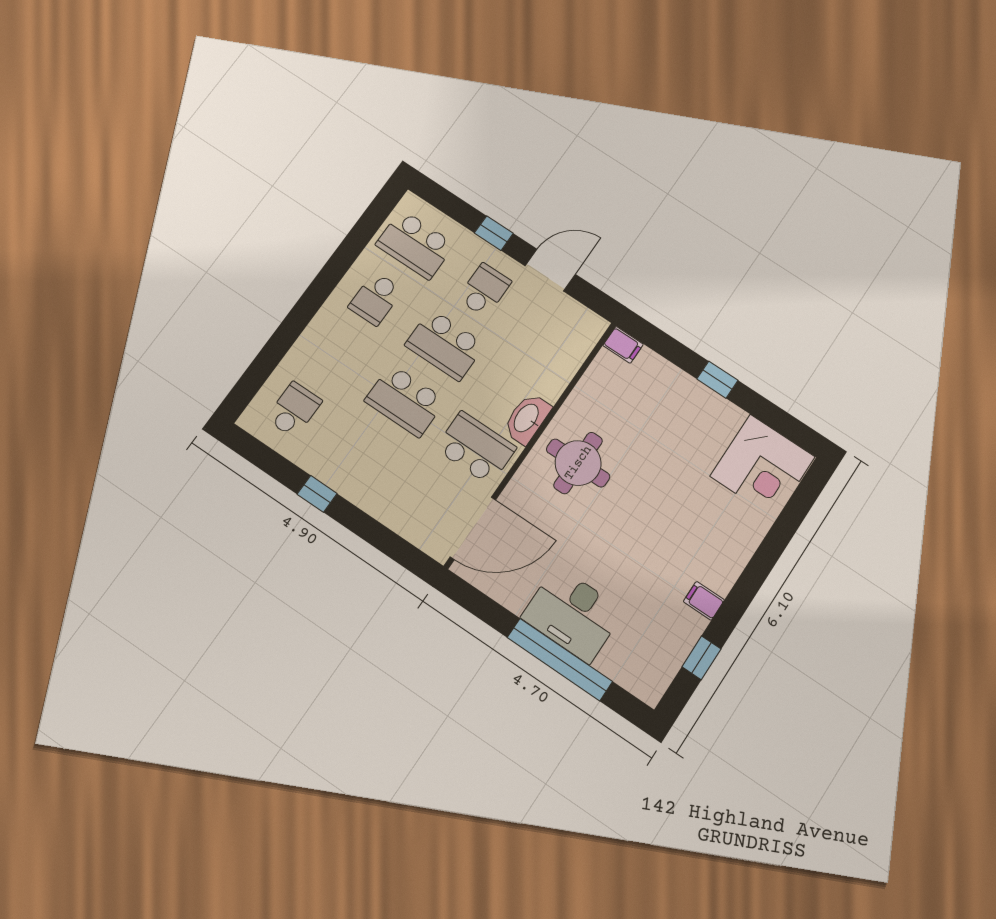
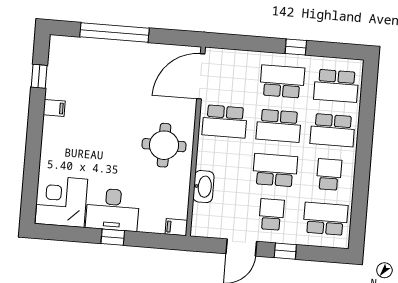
school desk: (484, 290) -> (271, 214), turned 180
school desk: (335, 354) -> (333, 130), added
school desk: (405, 401) -> (279, 126), turned 180
school desk: (294, 410) -> (336, 86), width x1.85
washbasin: (527, 418) -> (203, 187), moved
school desk: (364, 457) -> (282, 81), added
desk: (573, 614) -> (113, 210), moved, turned 180

